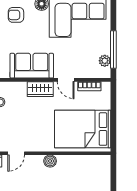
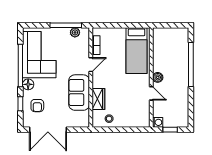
wardrobe: (40, 89) -> (98, 99), moved
bed: (83, 129) -> (137, 51), width x0.67
door: (16, 153) -> (151, 93), moved

